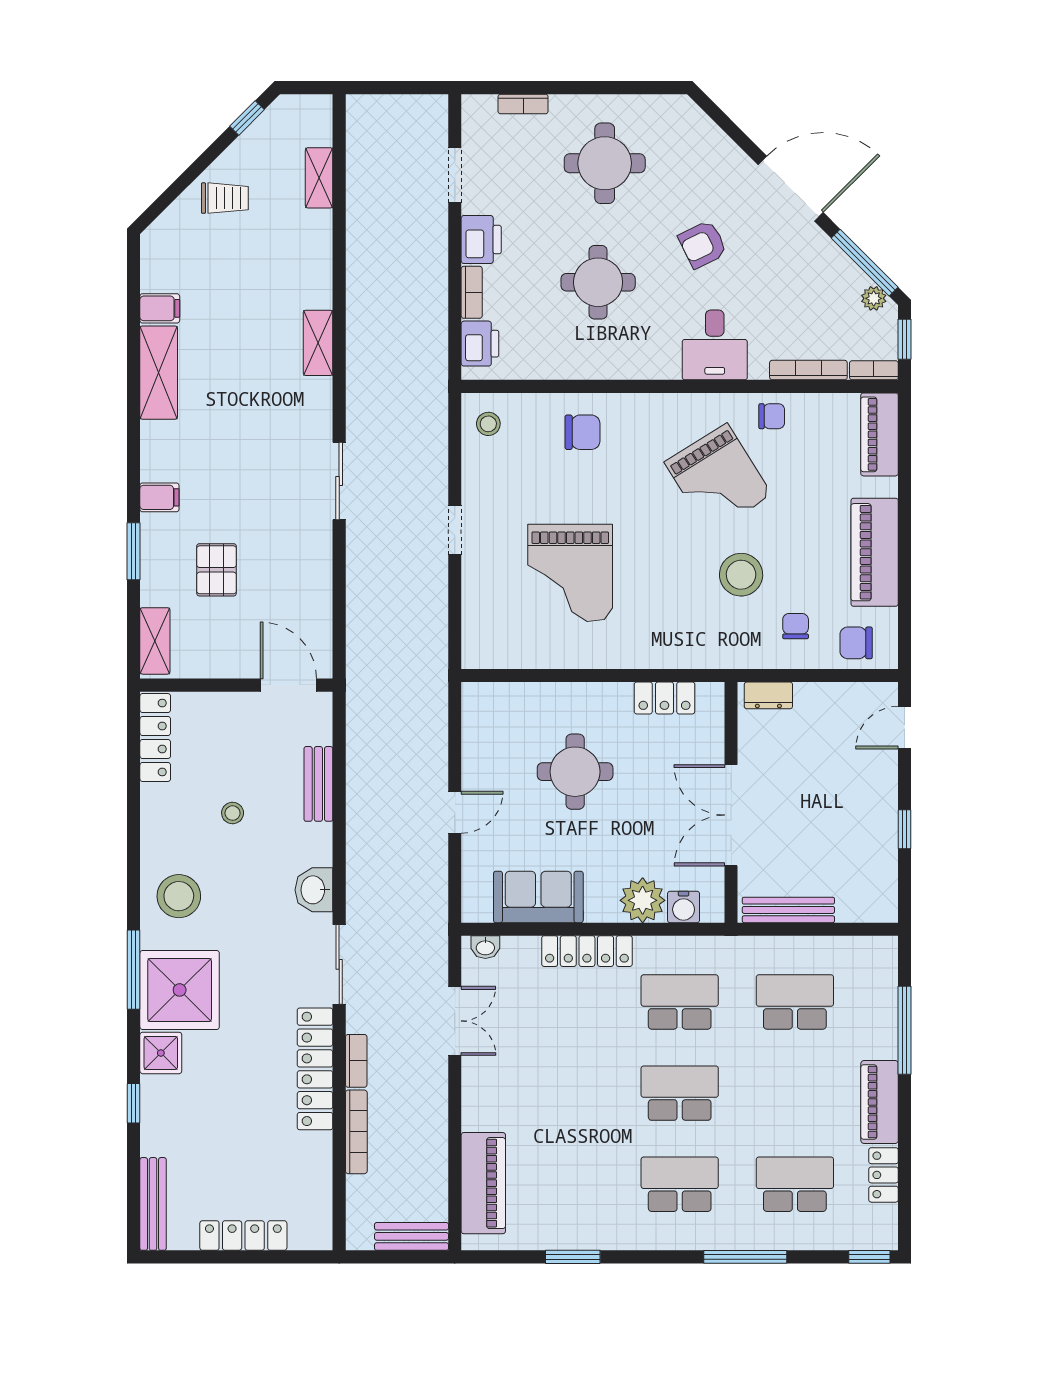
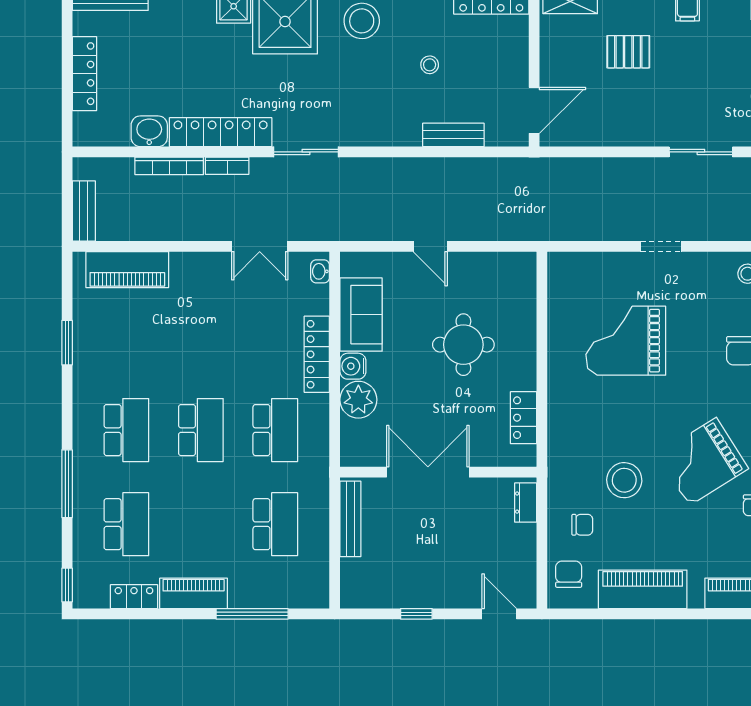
washbasin: (314, 890) -> (149, 131), moved
water cooler: (684, 907) -> (353, 366), moved

